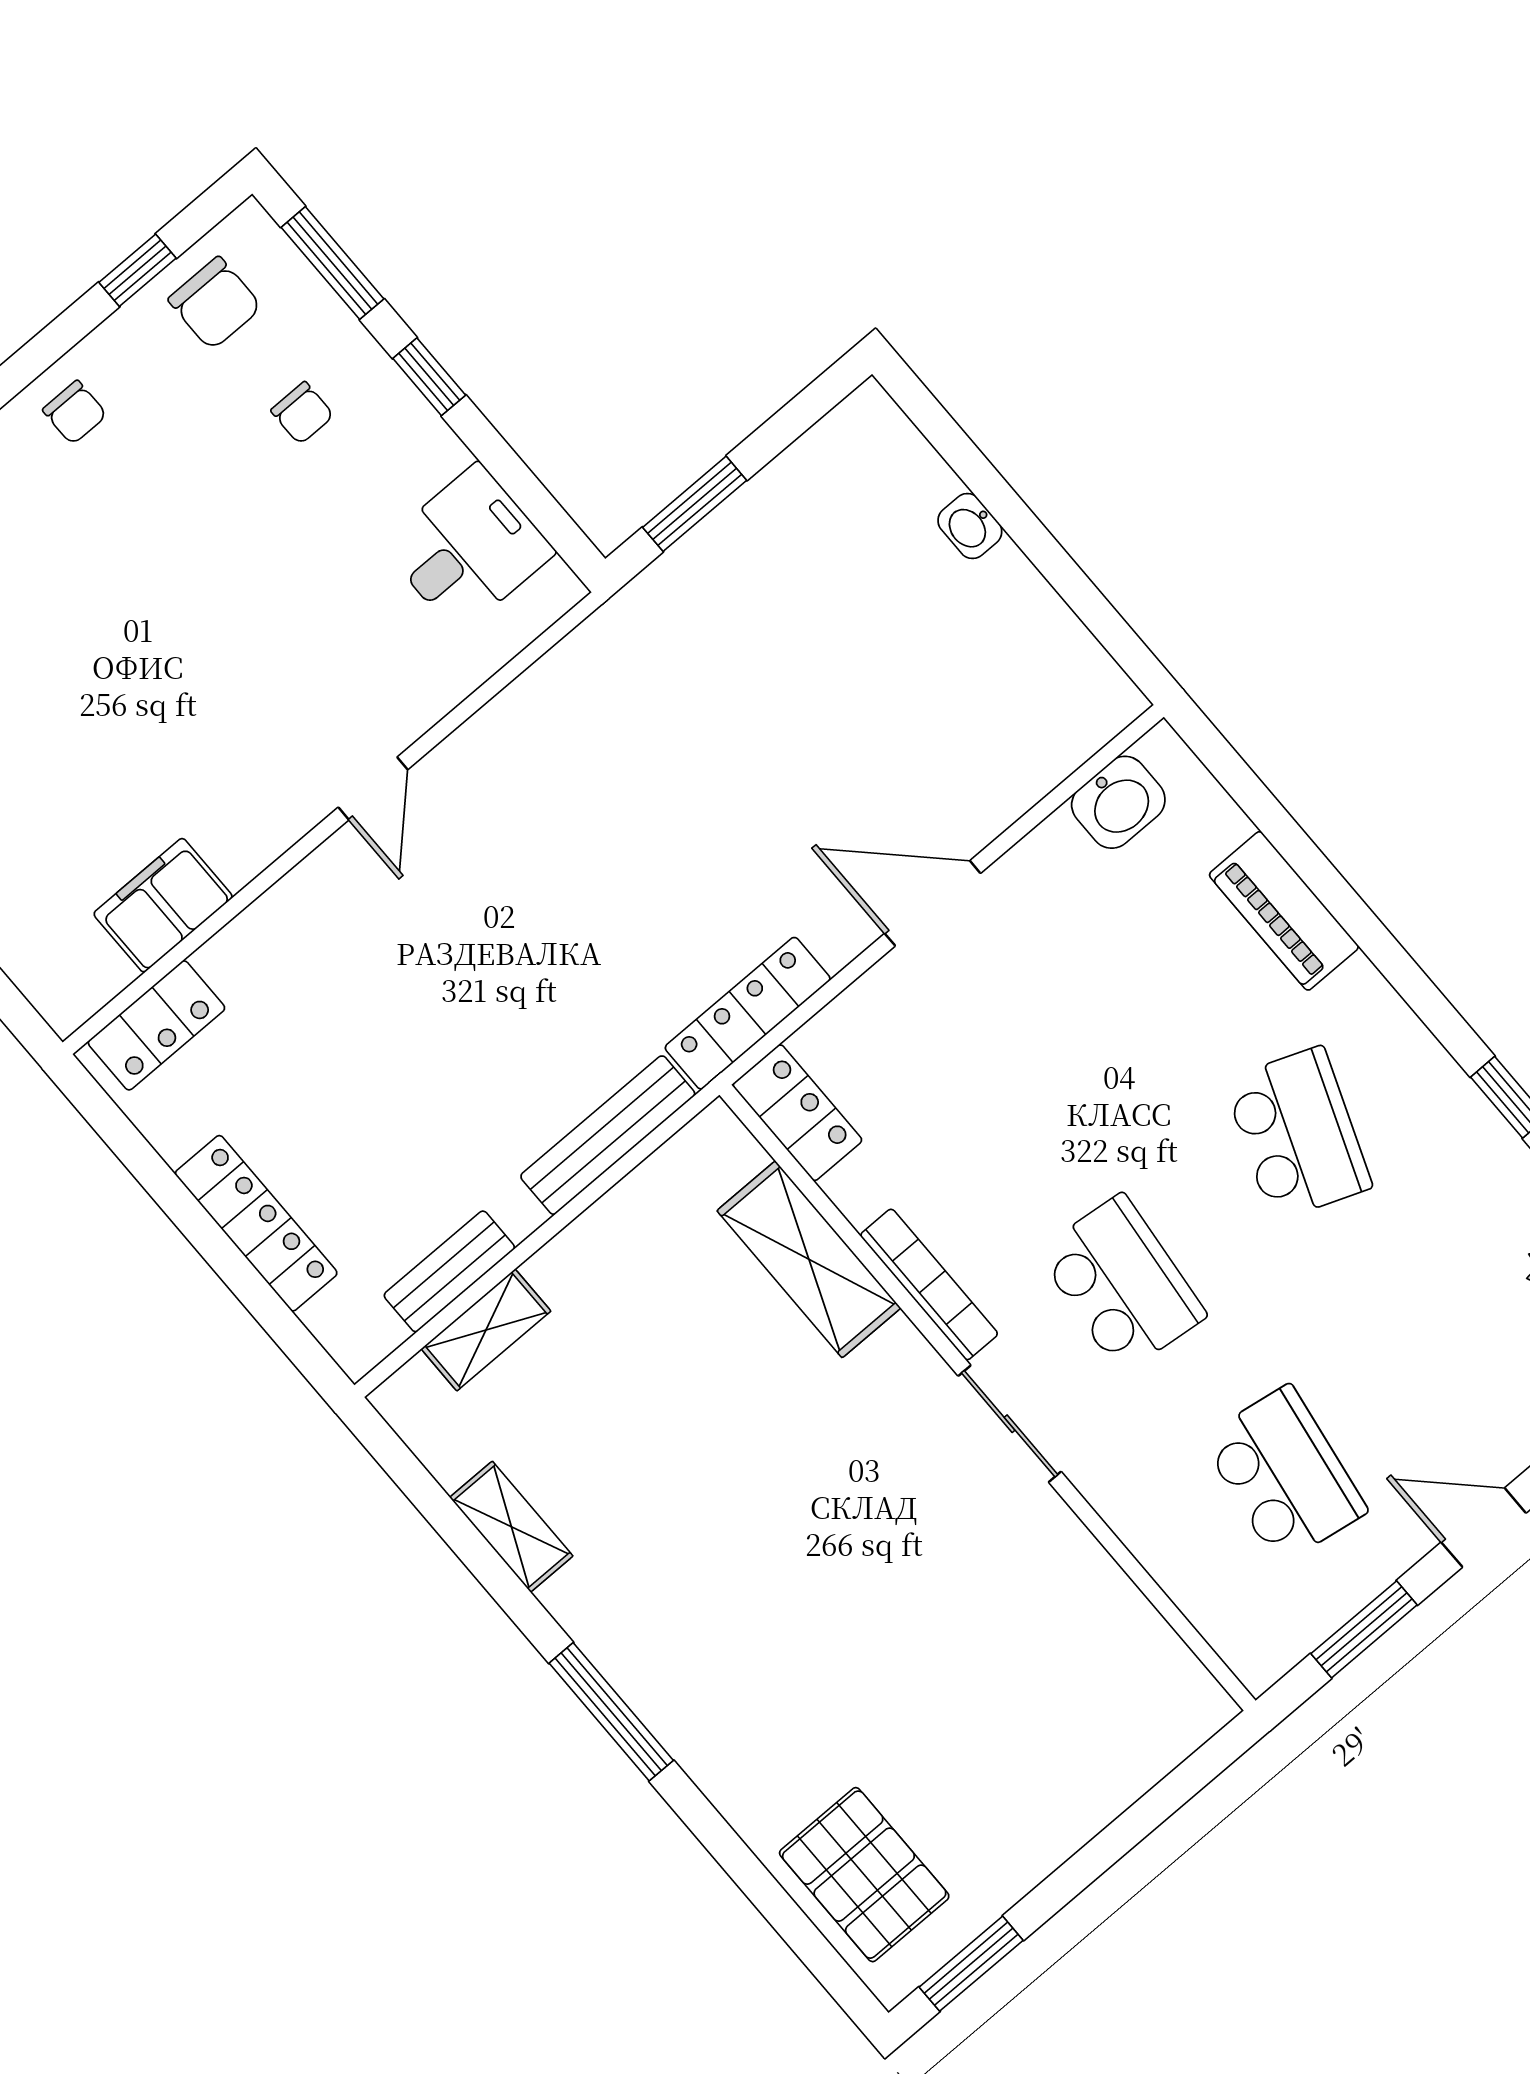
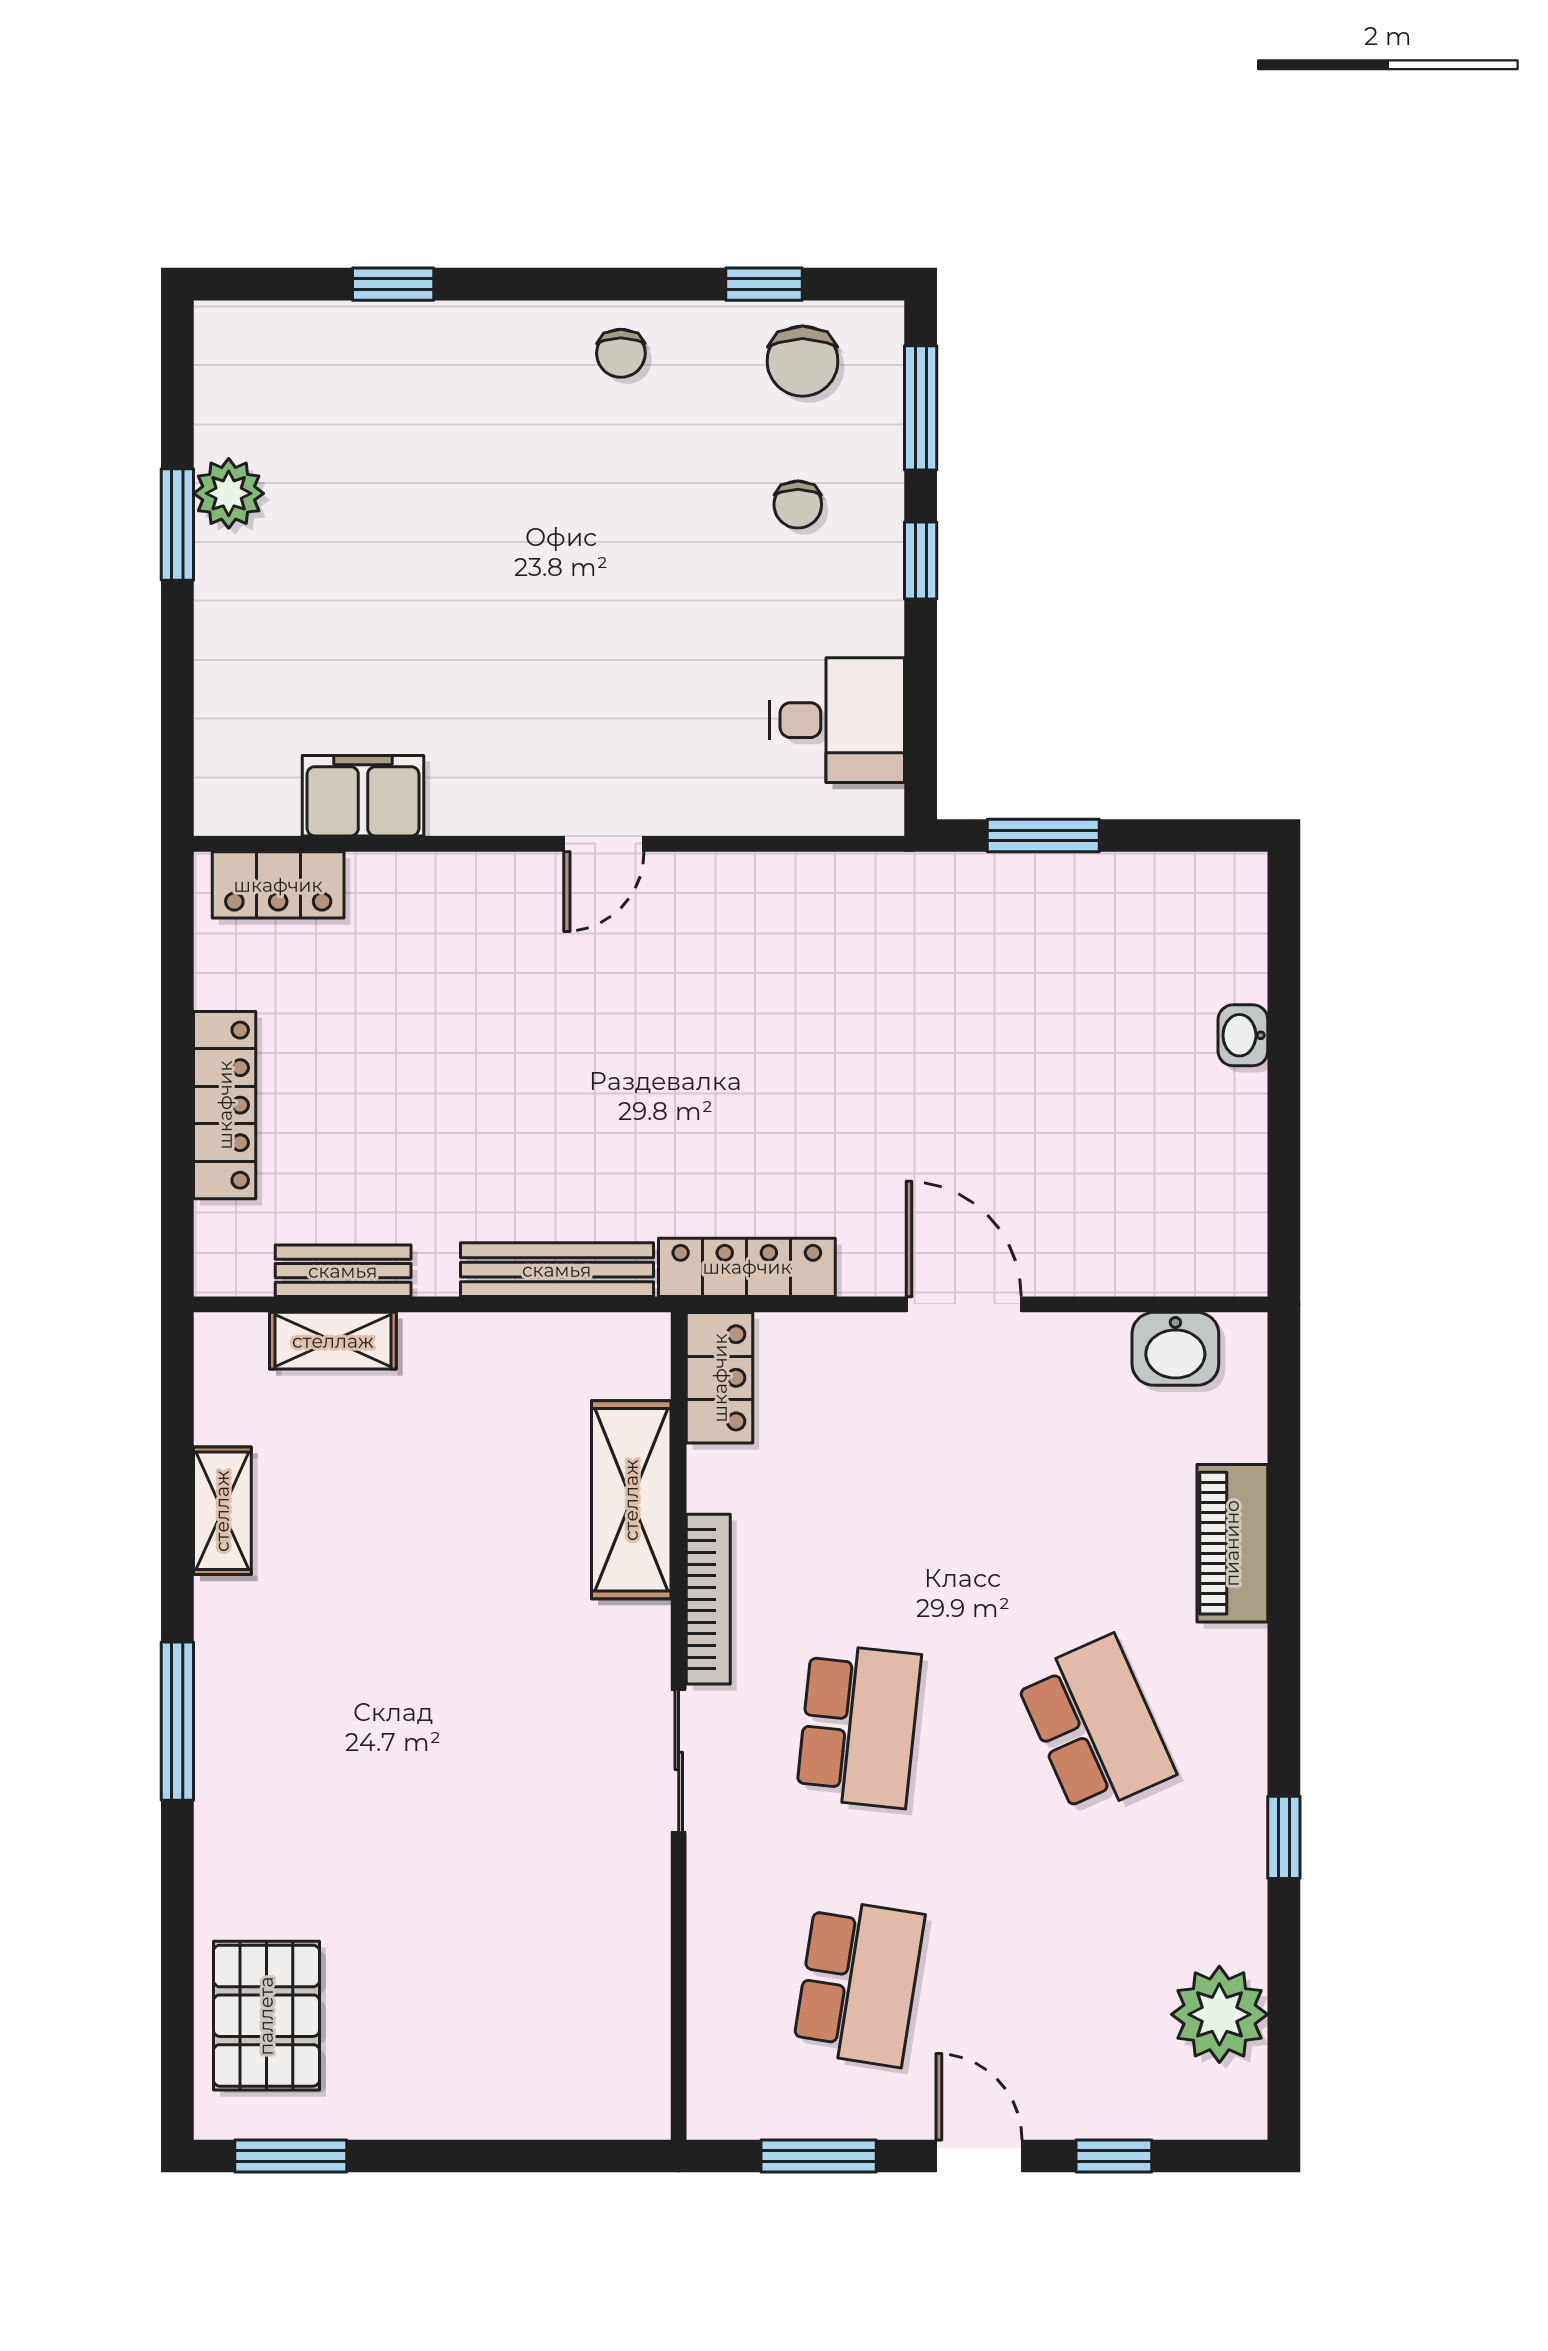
school desk: (1298, 1134) -> (1095, 1726), turned -45

